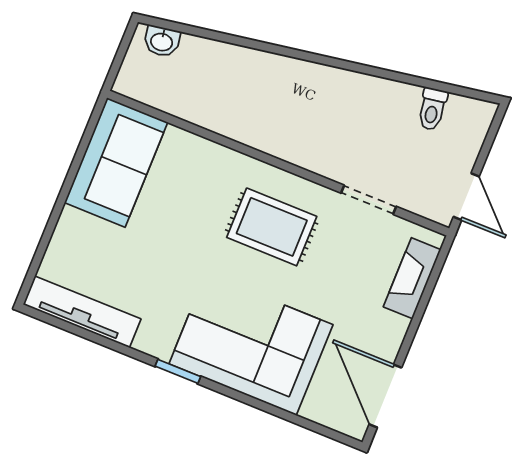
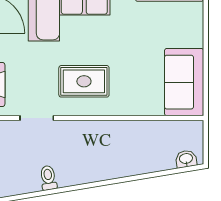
toilet: (432, 109) -> (48, 178), moved

